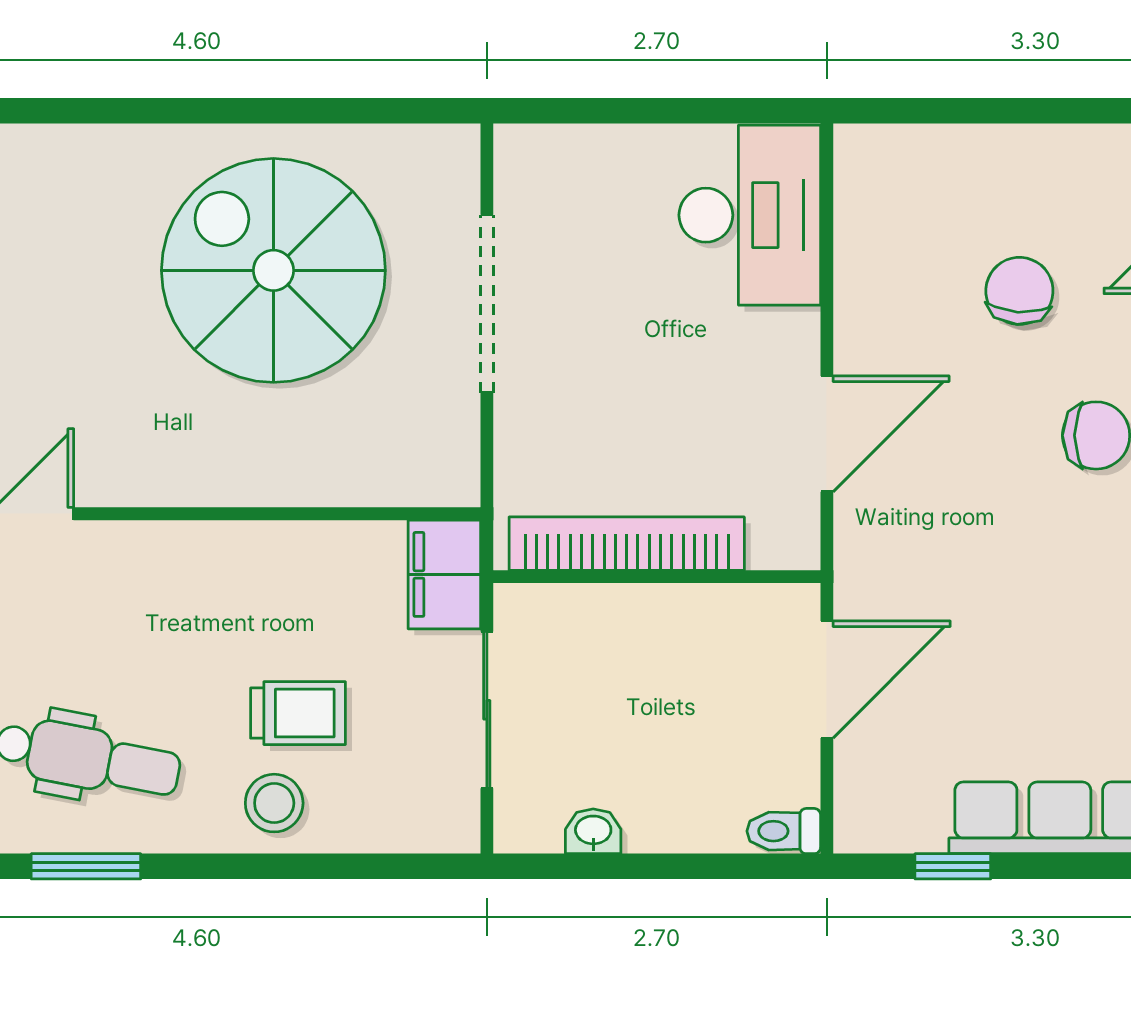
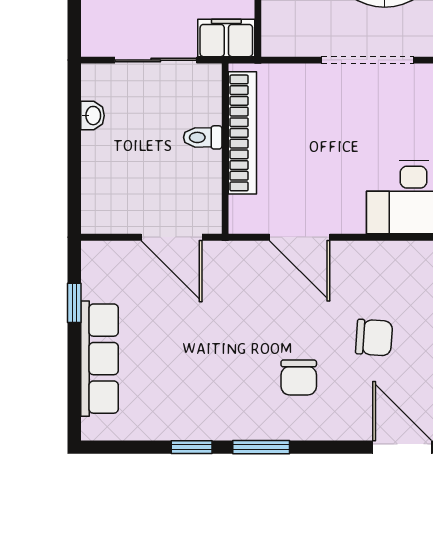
toilet: (784, 831) -> (203, 137), moved, turned -90

